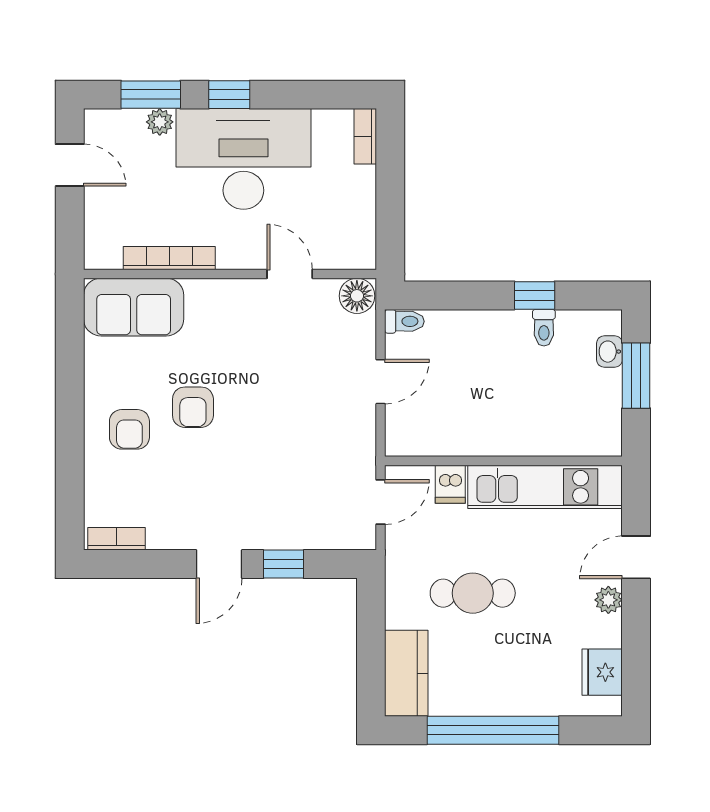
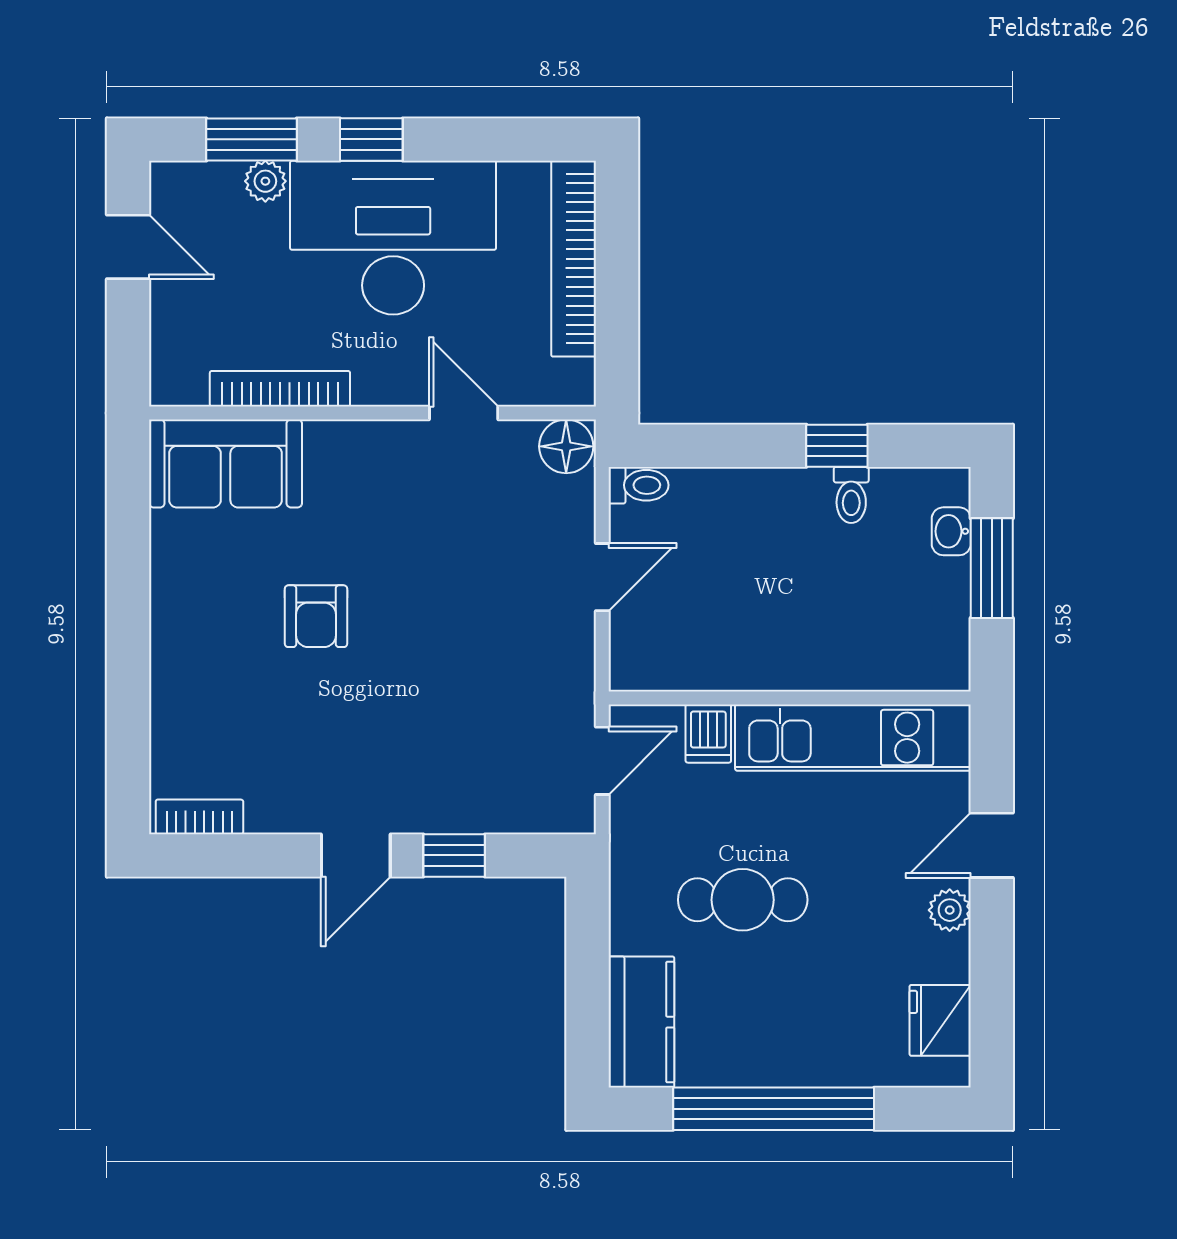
bookcase: (365, 136) -> (574, 259), width x2.31, depth x1.31
armchair: (129, 429) -> (219, 650), removed

